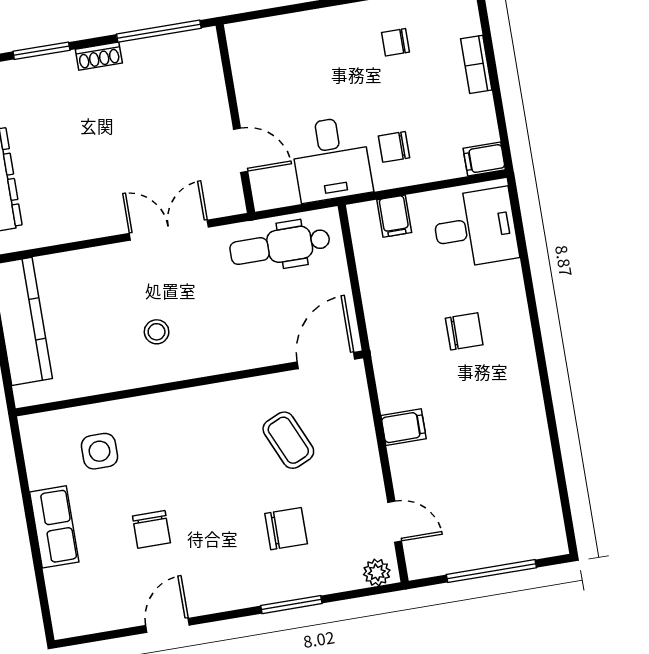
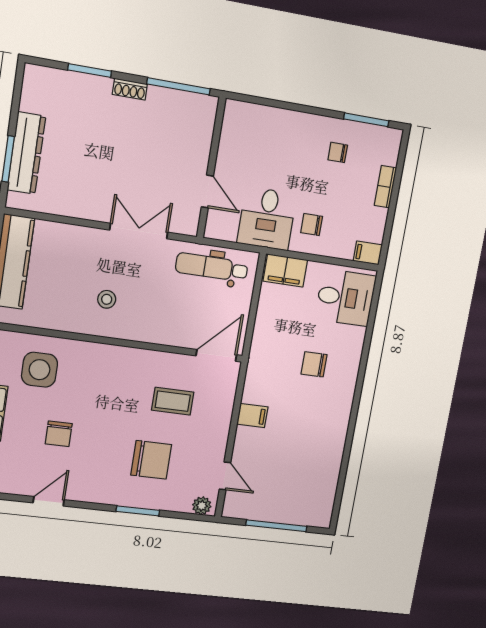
filing cabinet: (394, 216) -> (285, 270), width x2.00
chair: (464, 331) -> (314, 364), turned 180
coffee table: (288, 440) -> (173, 401), turned -66
side table: (99, 451) -> (39, 370), width x1.37, depth x1.37
chair: (286, 529) -> (151, 460), width x1.37, depth x1.37

